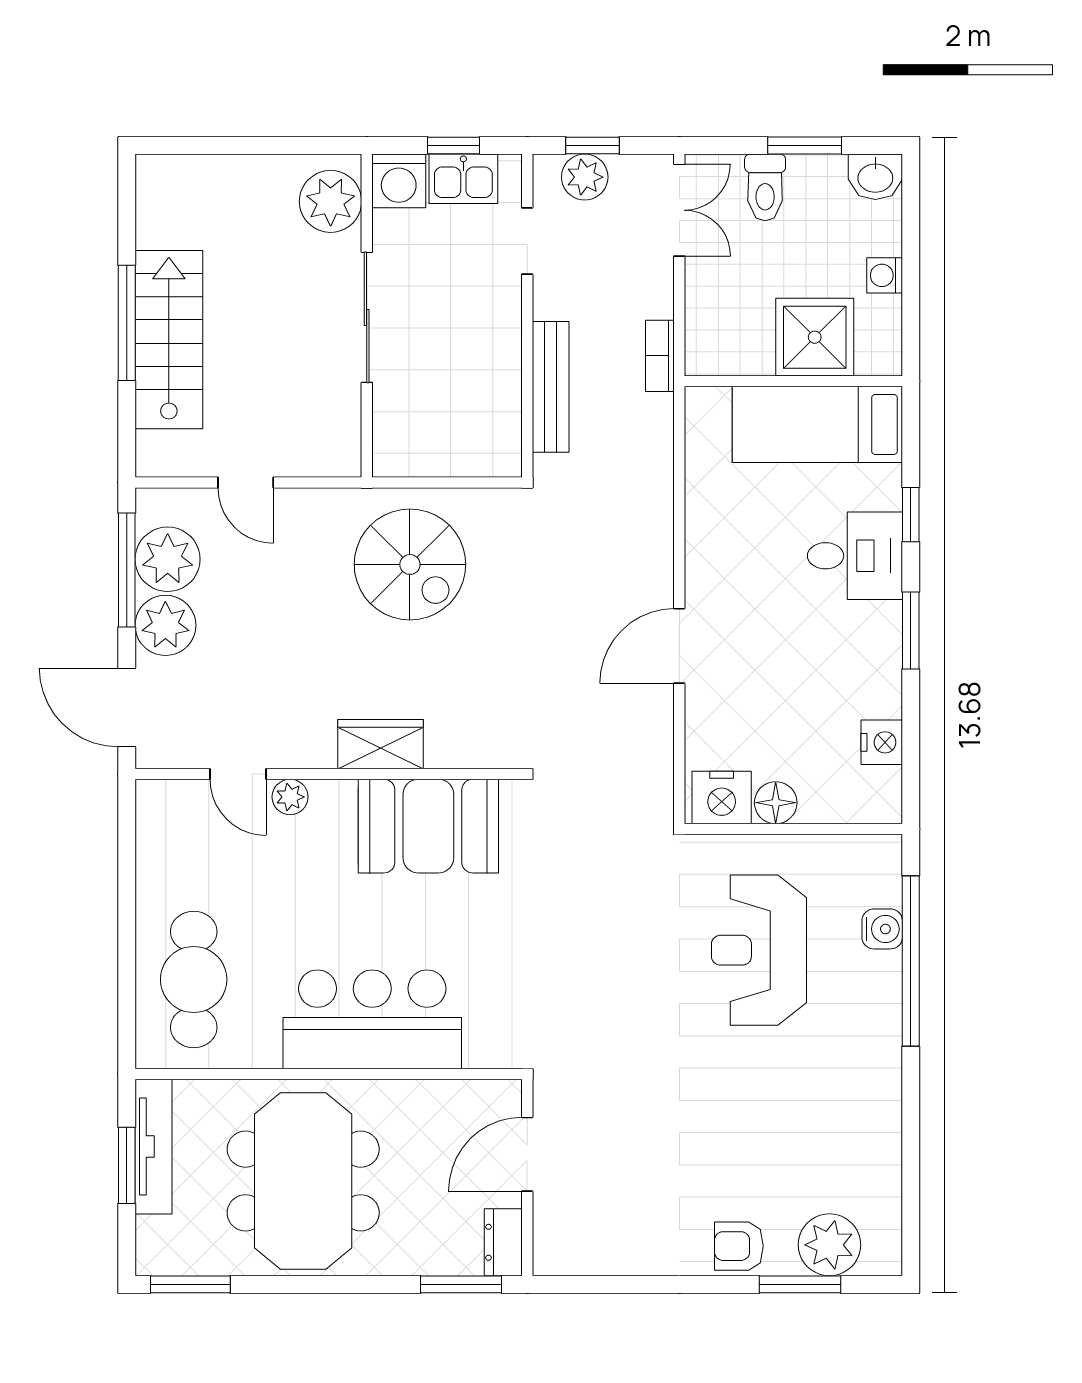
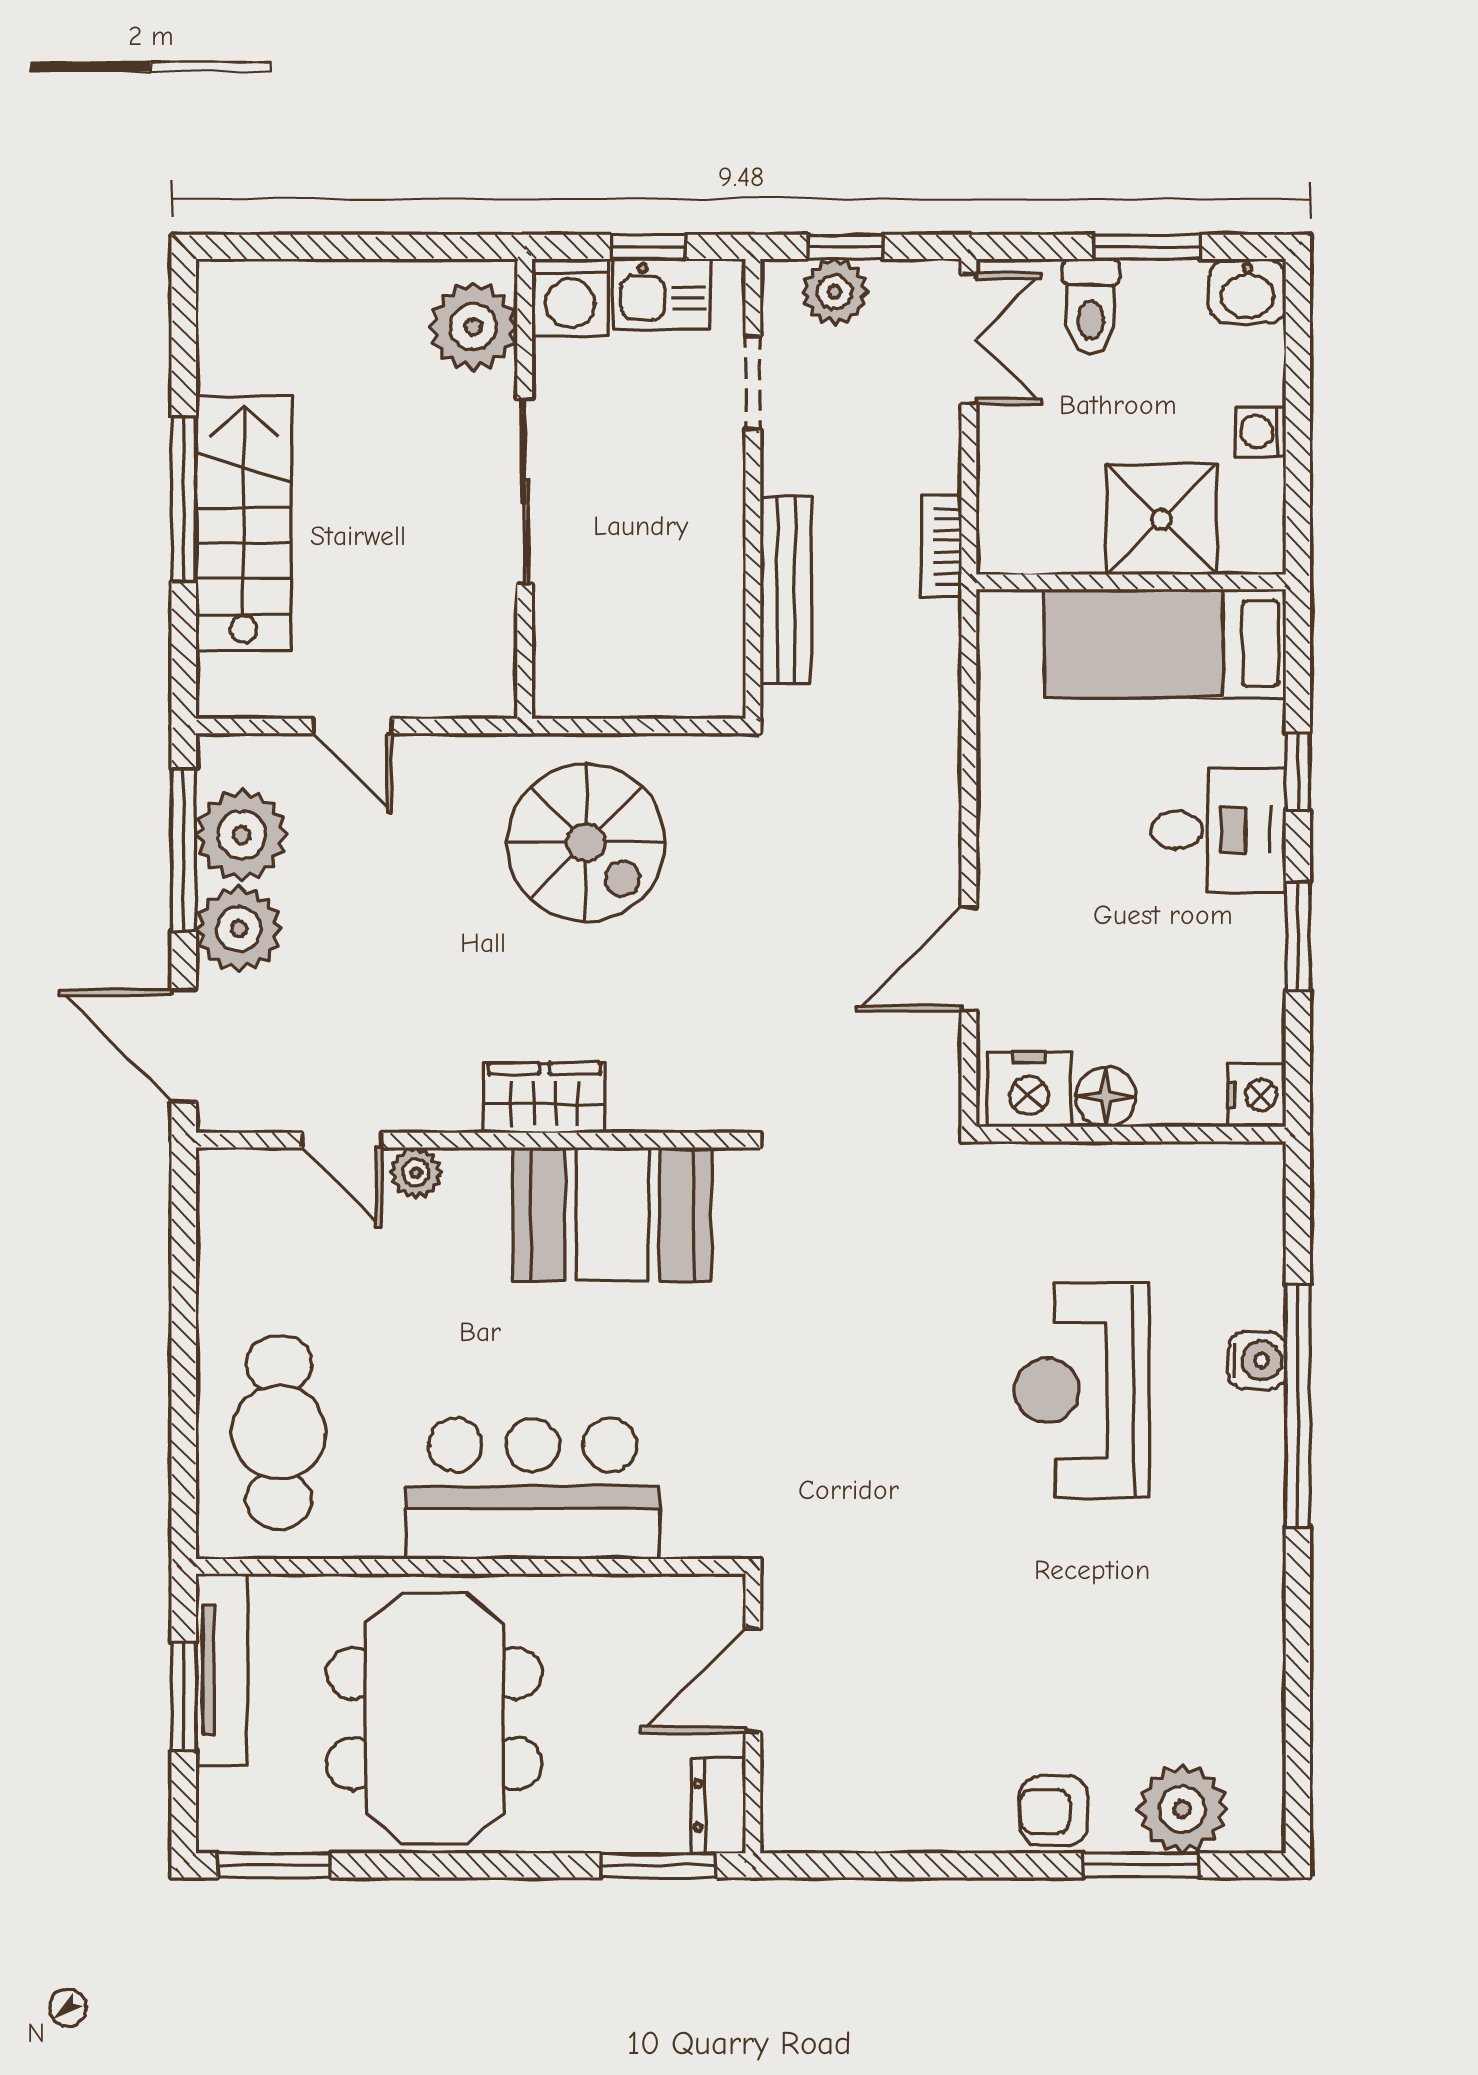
nightstand: (722, 797) -> (1029, 1089), moved
floor lamp: (776, 803) -> (1106, 1097), moved
wall: (793, 829) -> (1131, 1134), moved

